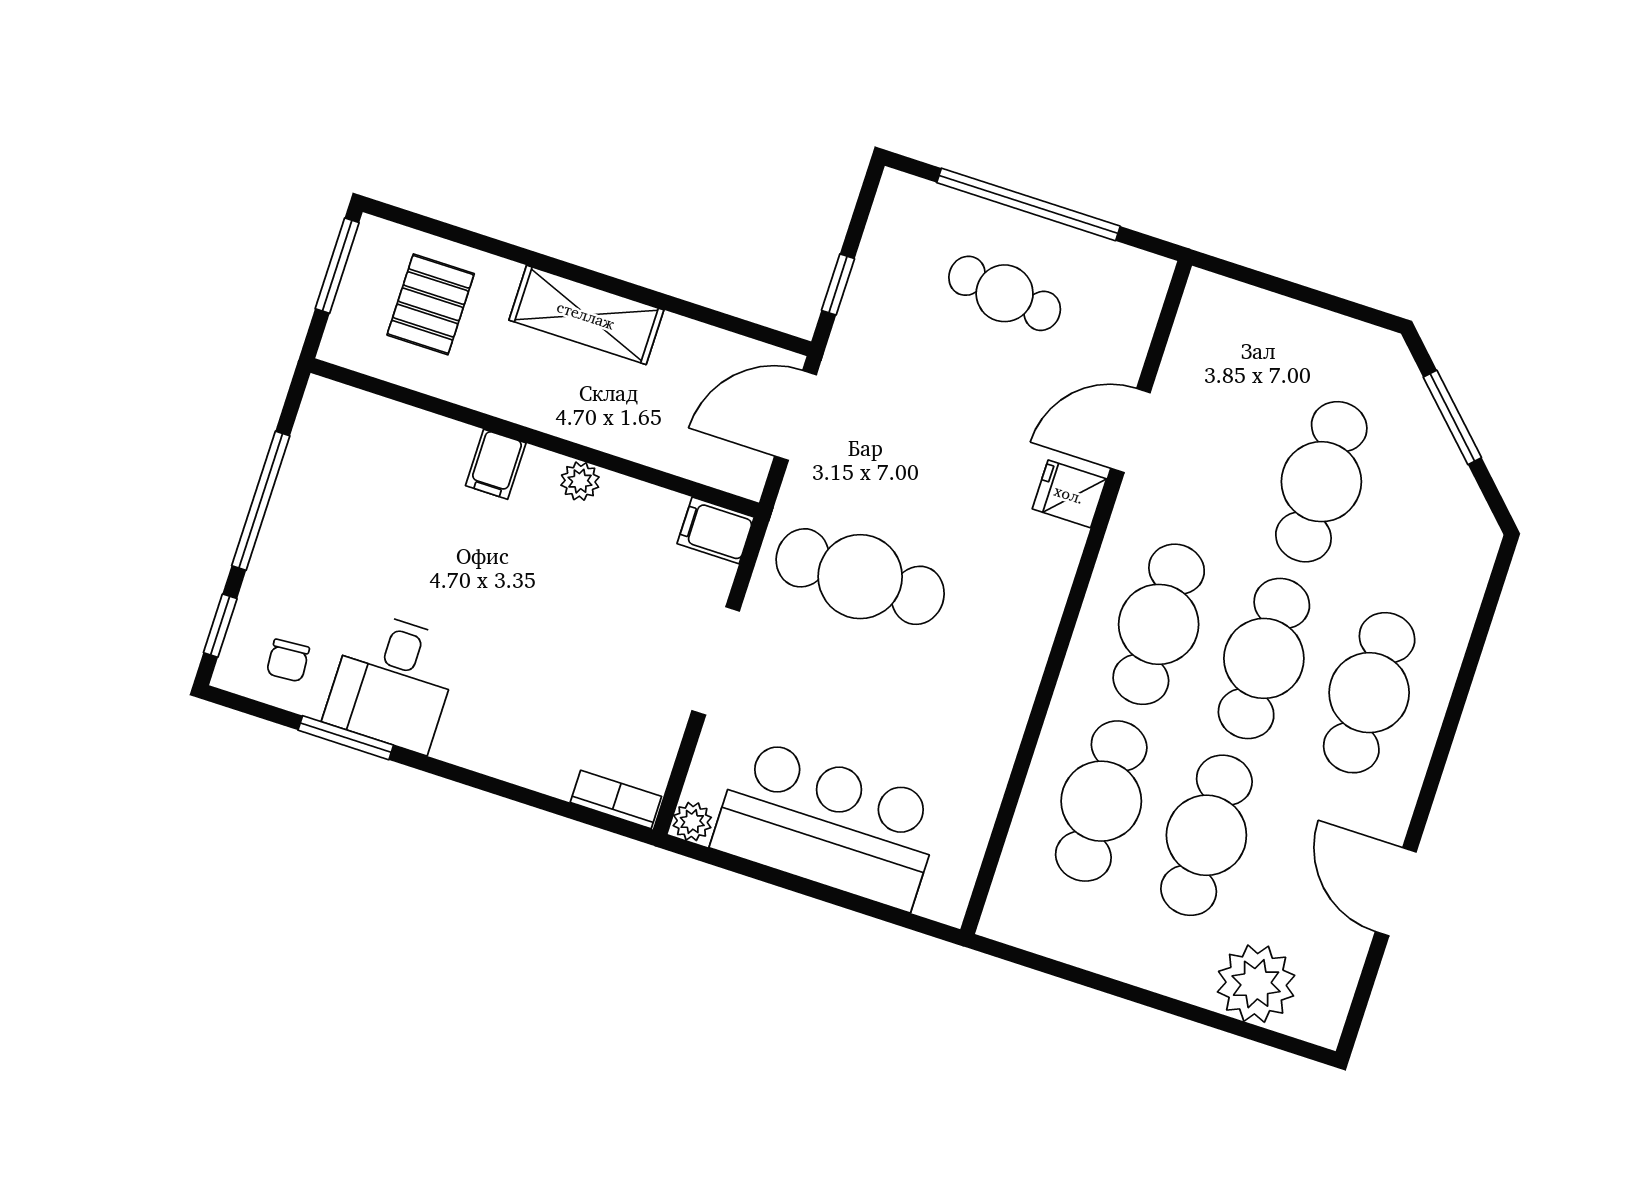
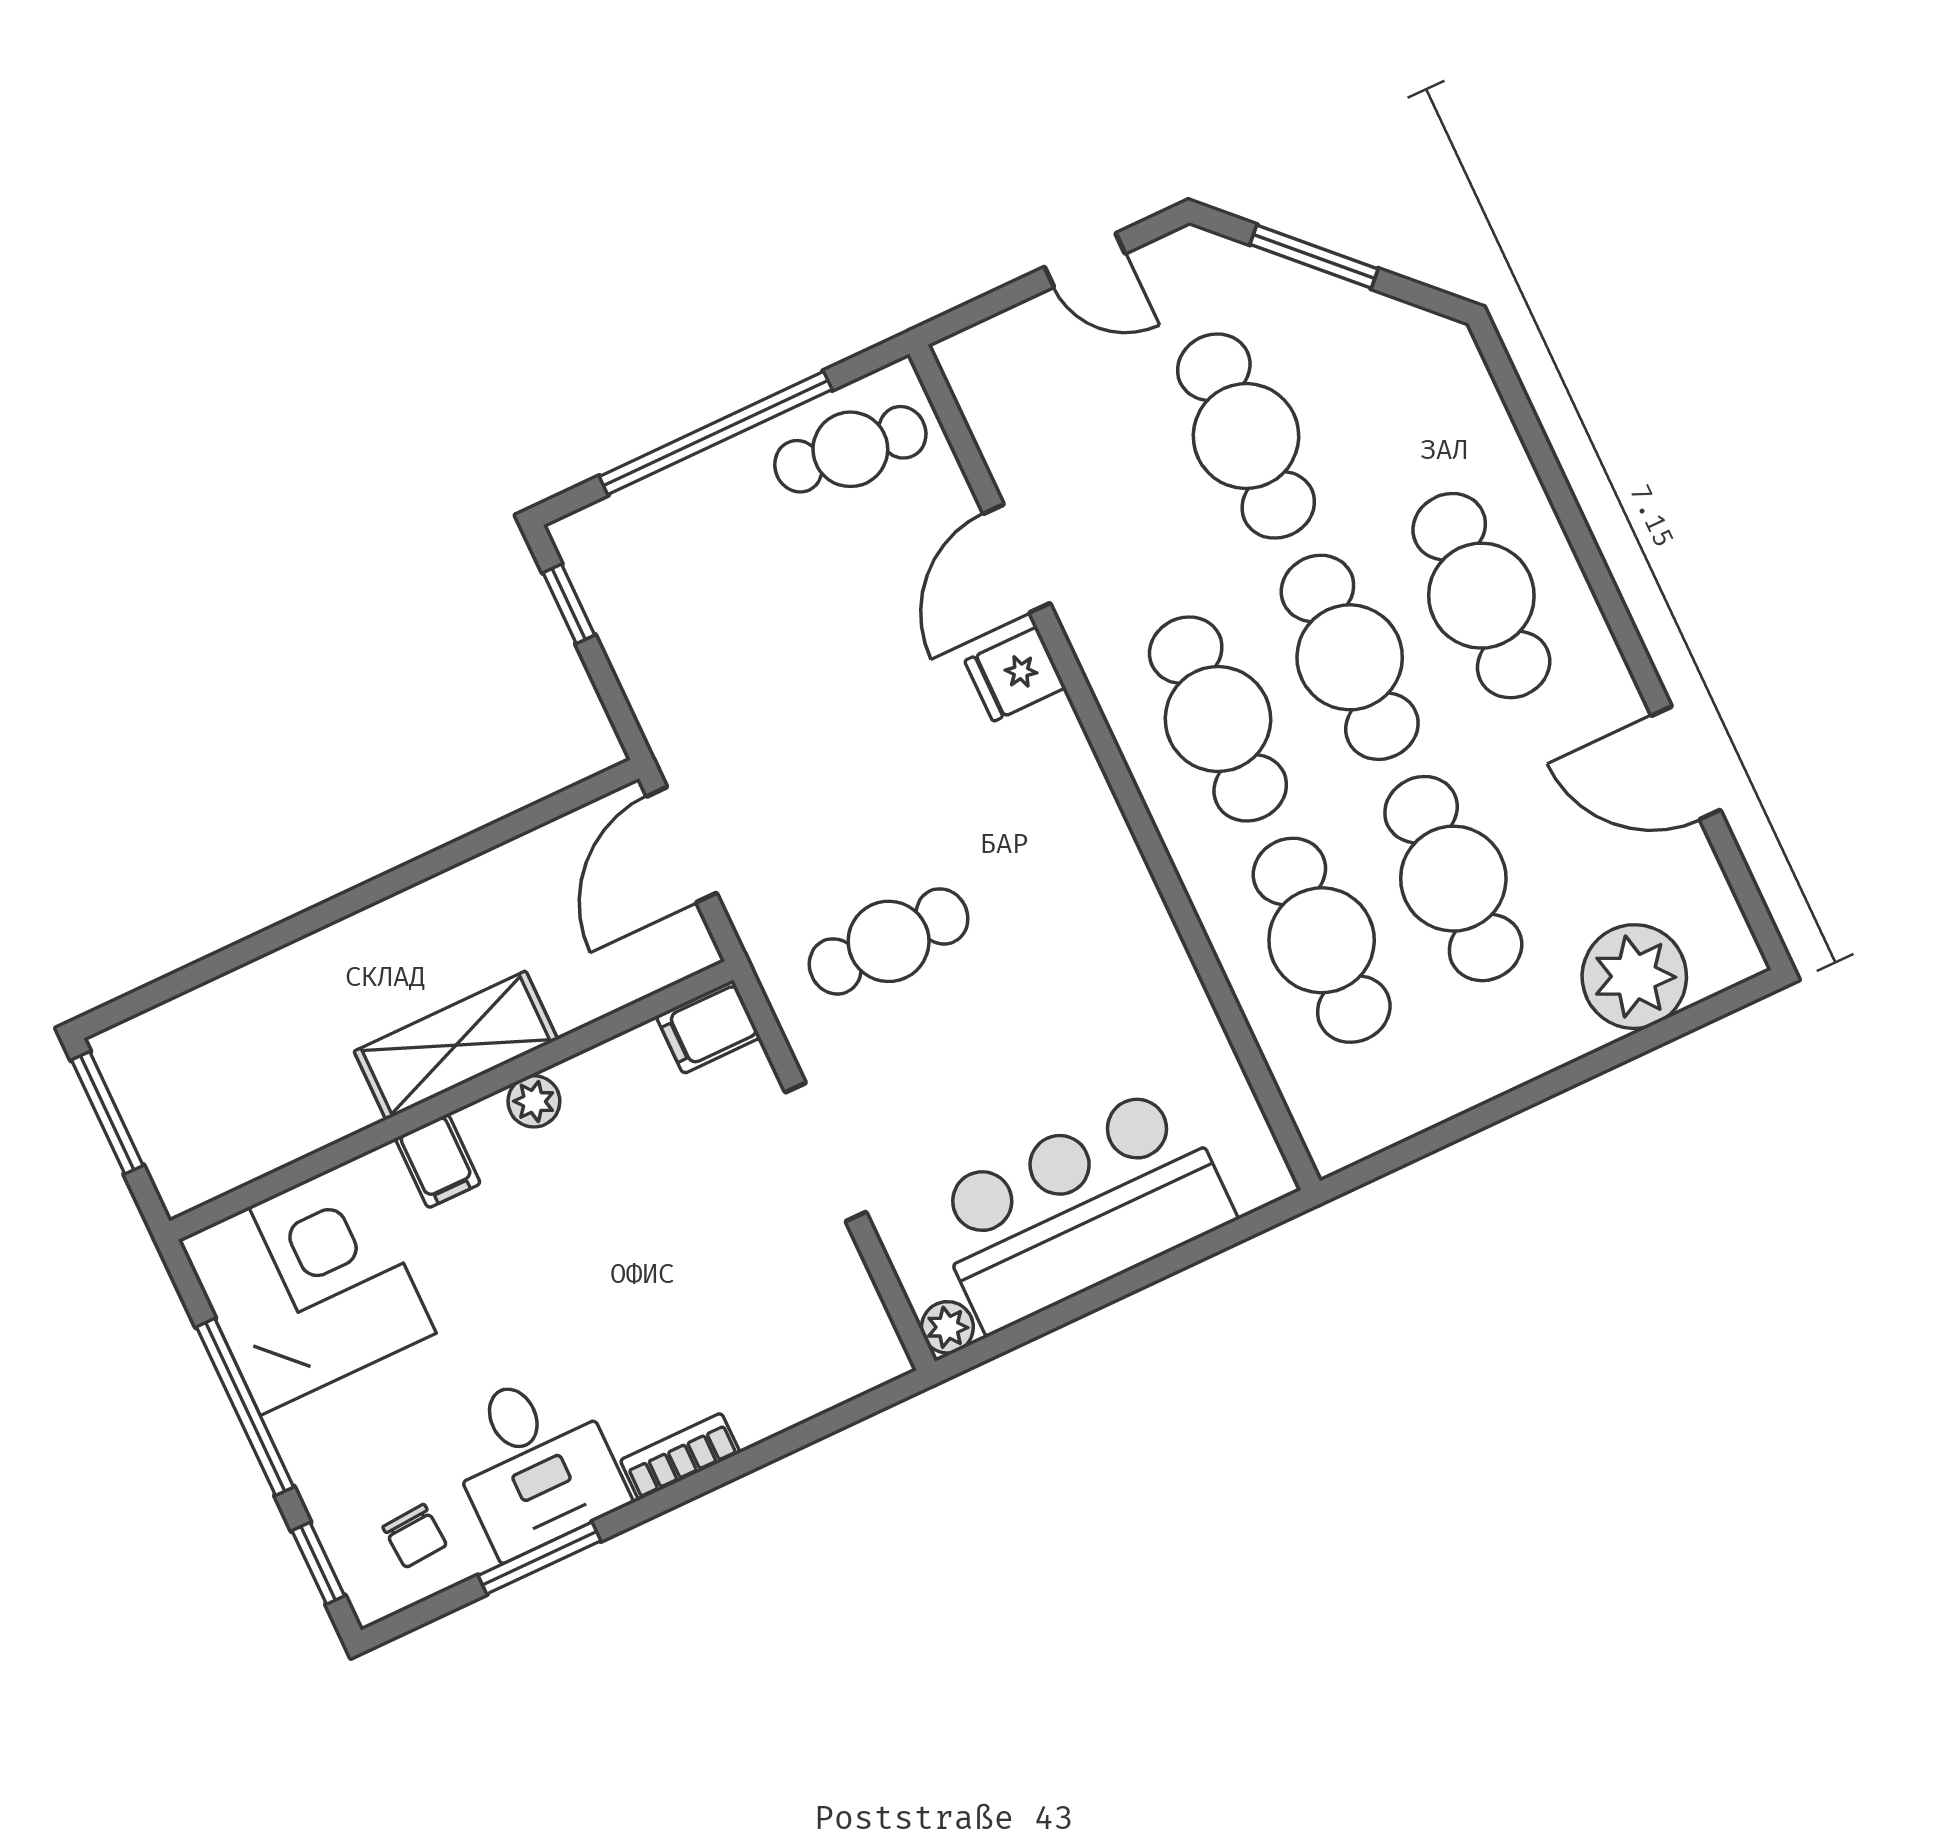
window: (838, 285) -> (569, 604), moved
cafe table: (1005, 293) -> (850, 449), moved
door: (1323, 300) -> (1085, 260), added
pallet: (431, 304) -> (232, 1066), removed
shelving: (586, 315) -> (456, 1045), moved
corner desk: (358, 466) -> (307, 1287), added
cafe table: (860, 577) -> (889, 941), width x0.73, depth x0.74
bookcase: (616, 799) -> (680, 1456), moved

